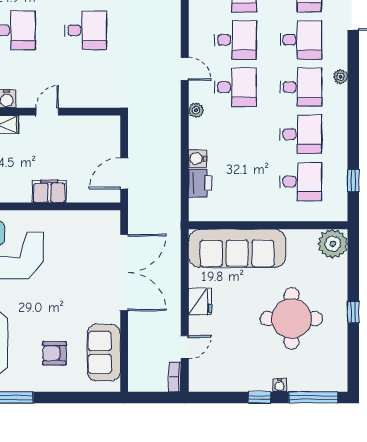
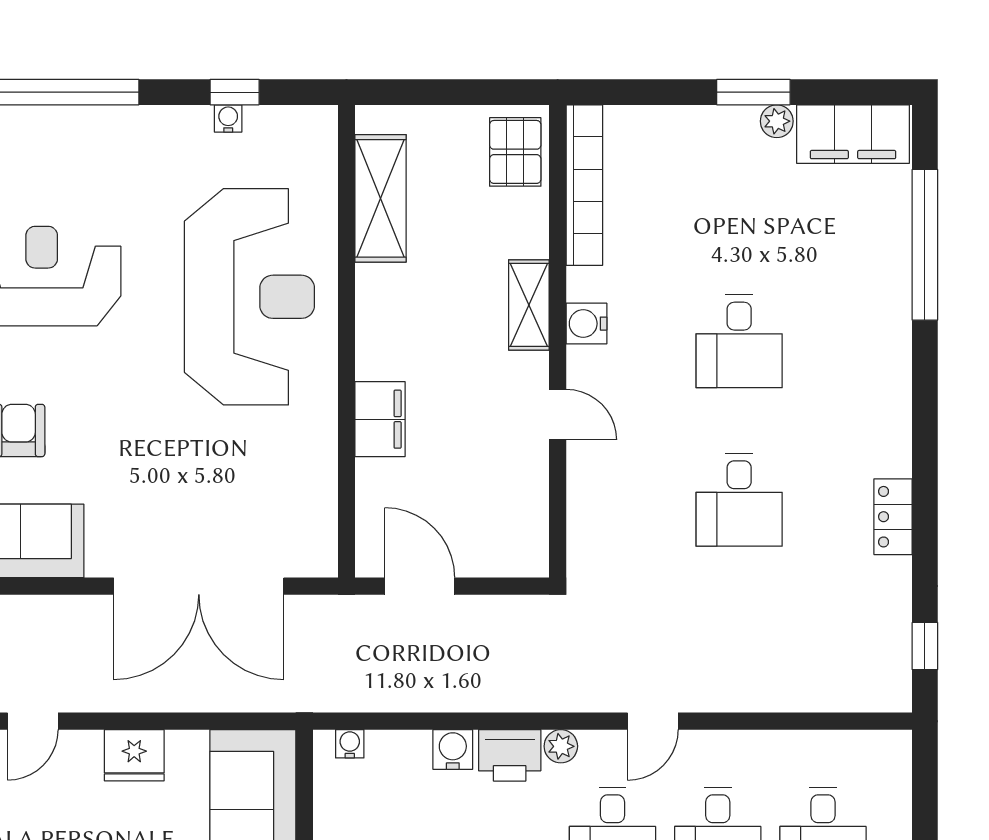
printer: (200, 183) -> (510, 755), moved
water cooler: (195, 205) -> (350, 744), added
door: (185, 347) -> (33, 721), hinge flipped

